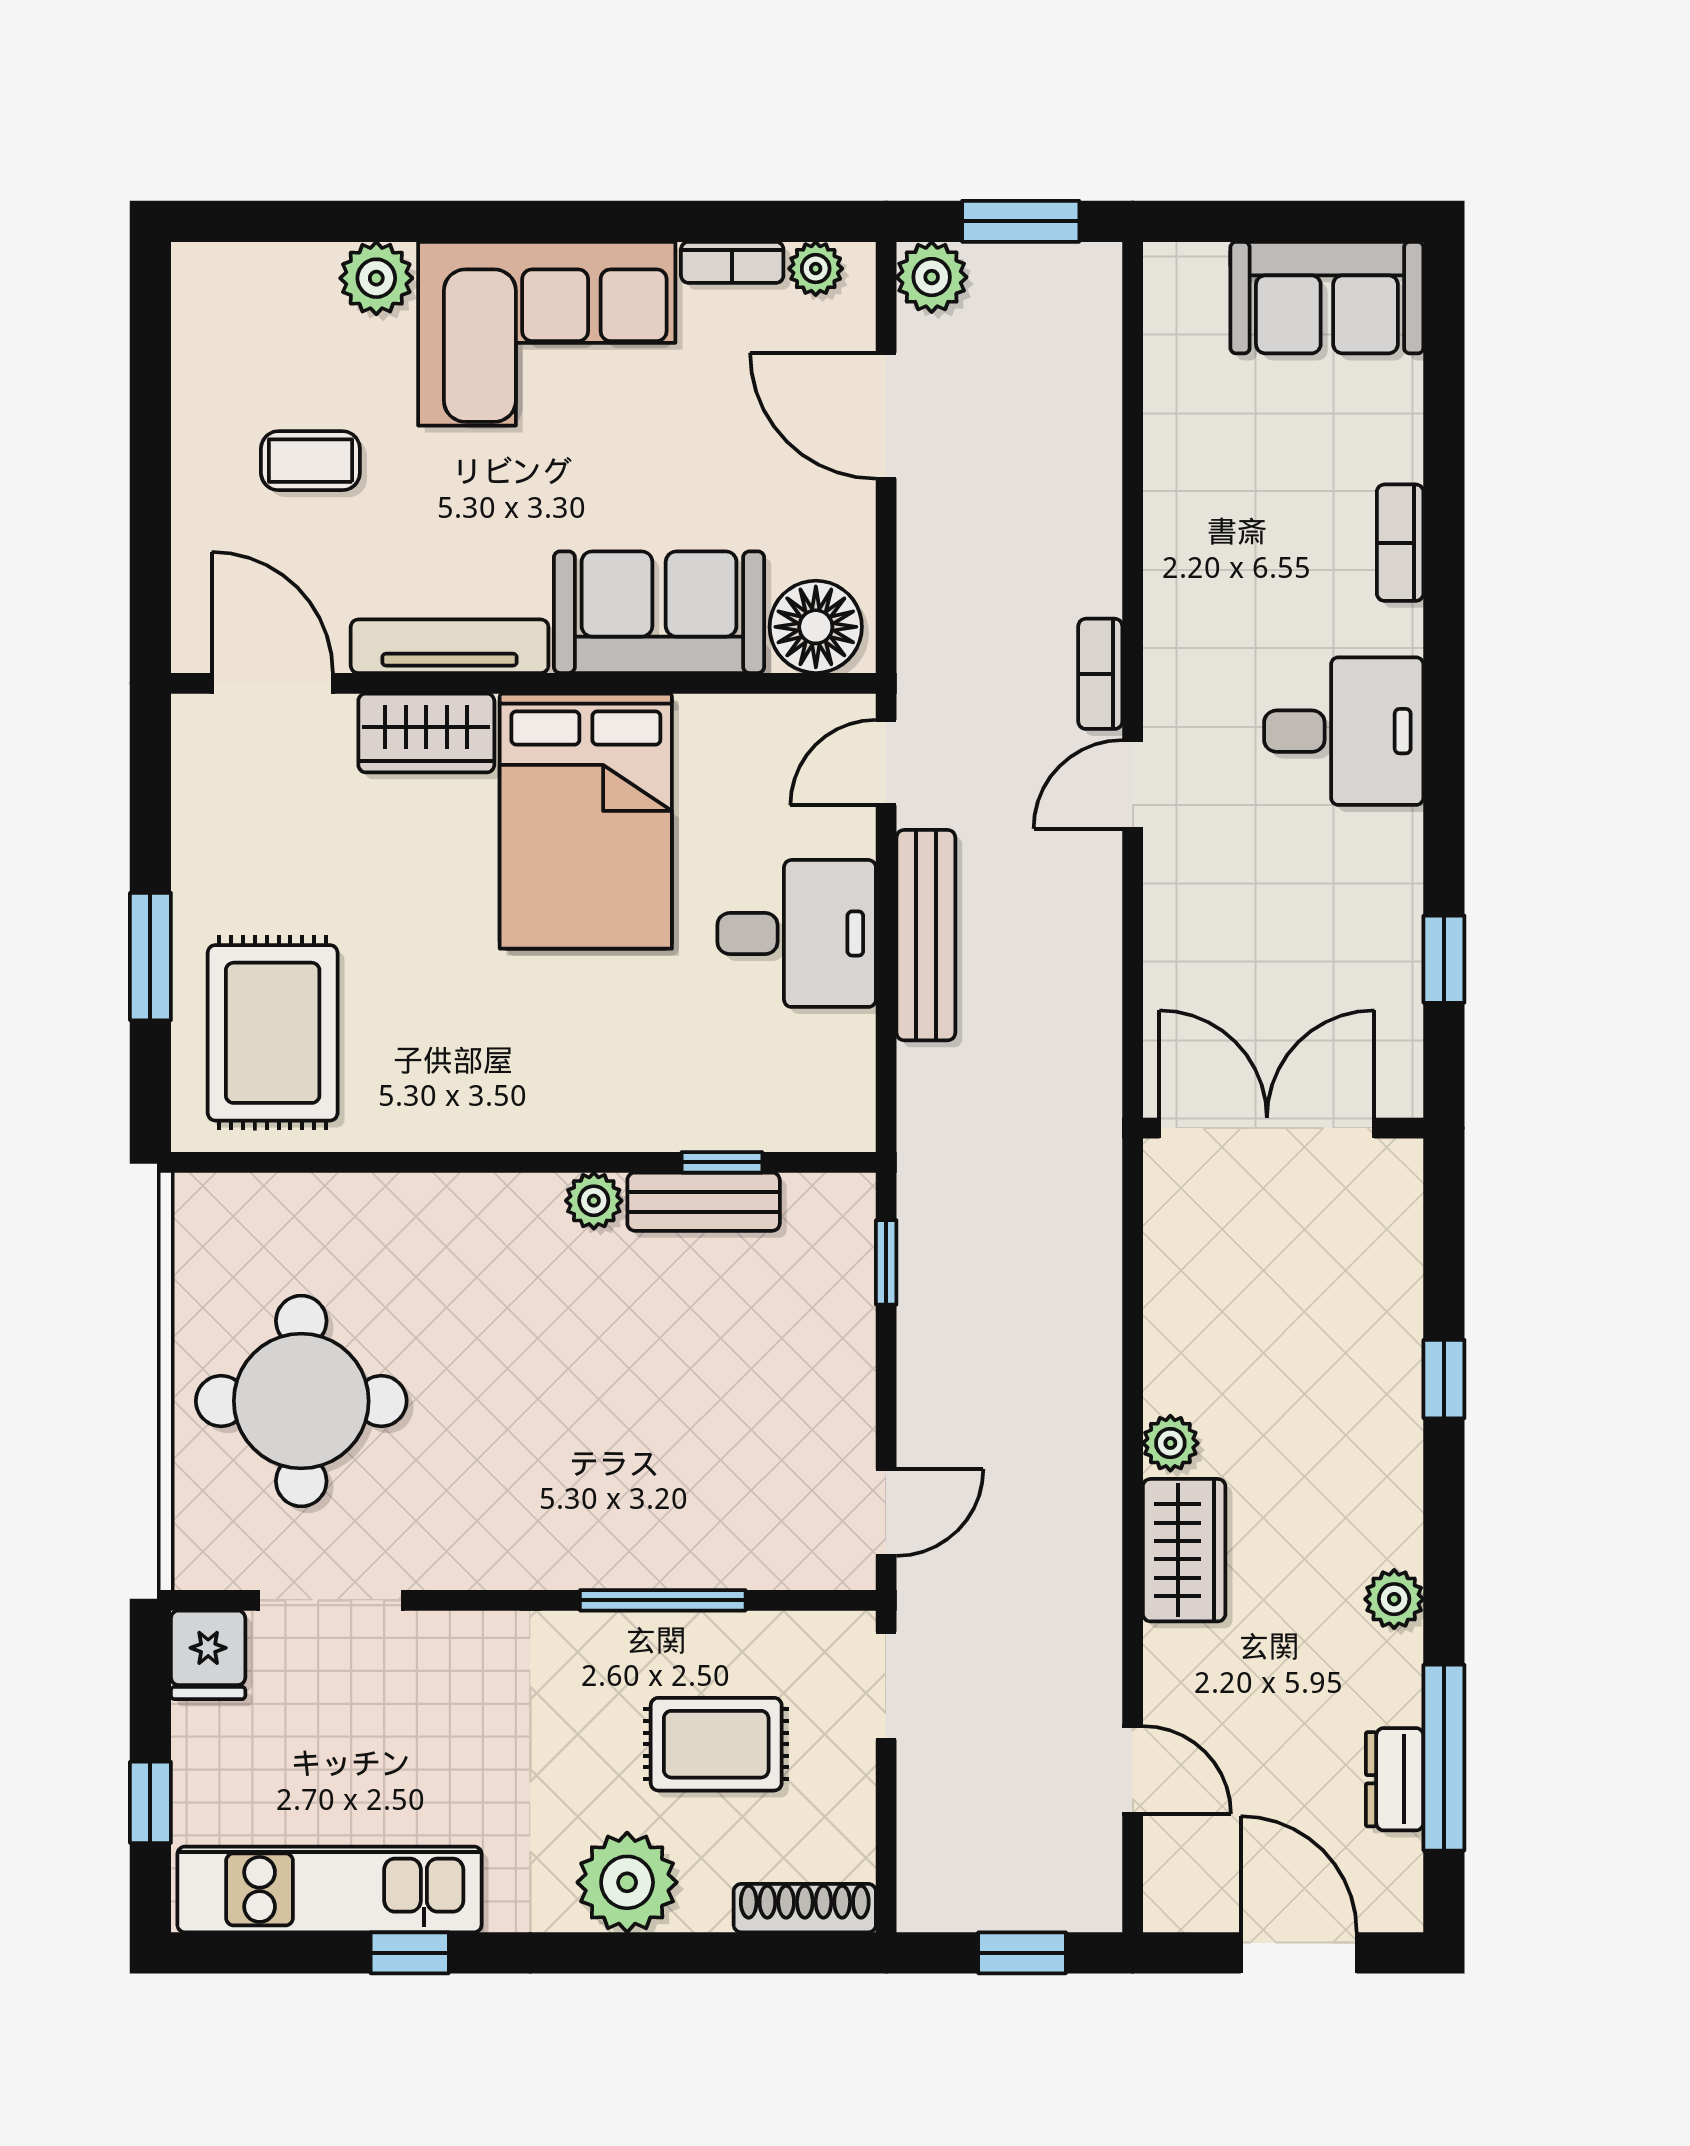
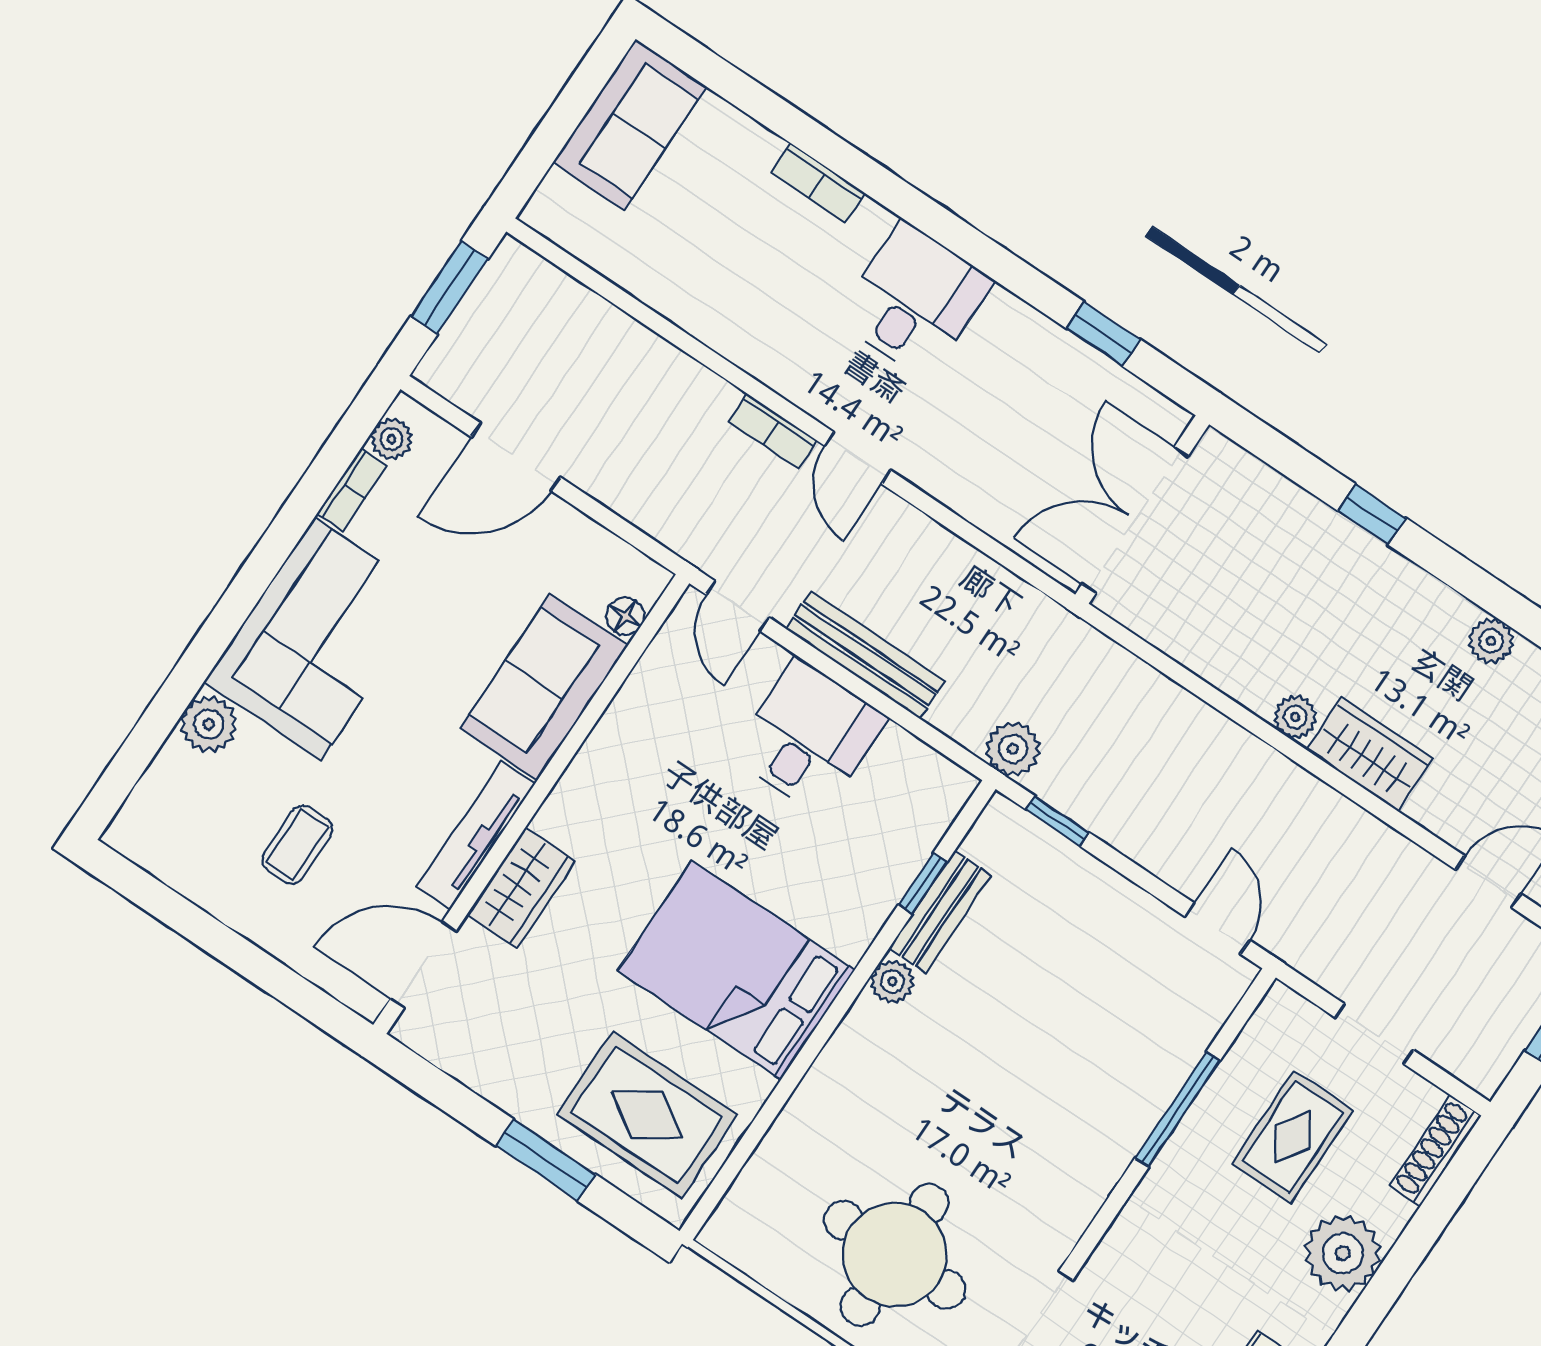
plant: (932, 277) -> (1013, 749), moved
floor lamp: (816, 627) -> (625, 616), width x0.53, depth x0.53
bed: (586, 821) -> (736, 970), moved, turned 180
doorway: (886, 1686) -> (1374, 1034), moved

